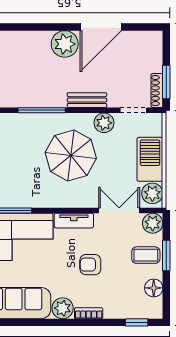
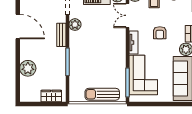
plant: (65, 44) -> (28, 68), moved
parasol: (71, 155) -> (94, 44), removed

